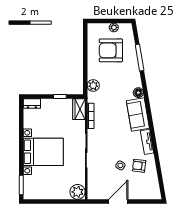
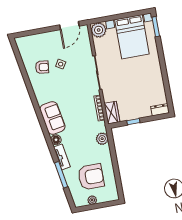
tv unit: (147, 142) -> (62, 157), moved
bed with nightstands: (43, 152) -> (132, 37), moved, turned -90
door: (118, 201) -> (69, 25), moved

